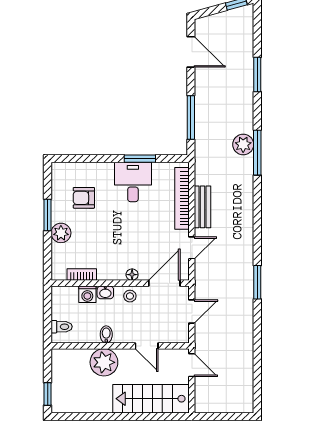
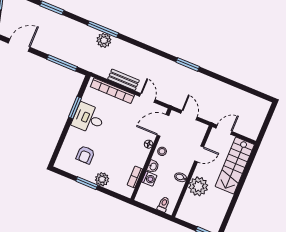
plant: (243, 145) -> (104, 40), moved
door: (164, 283) -> (163, 125), hinge flipped

